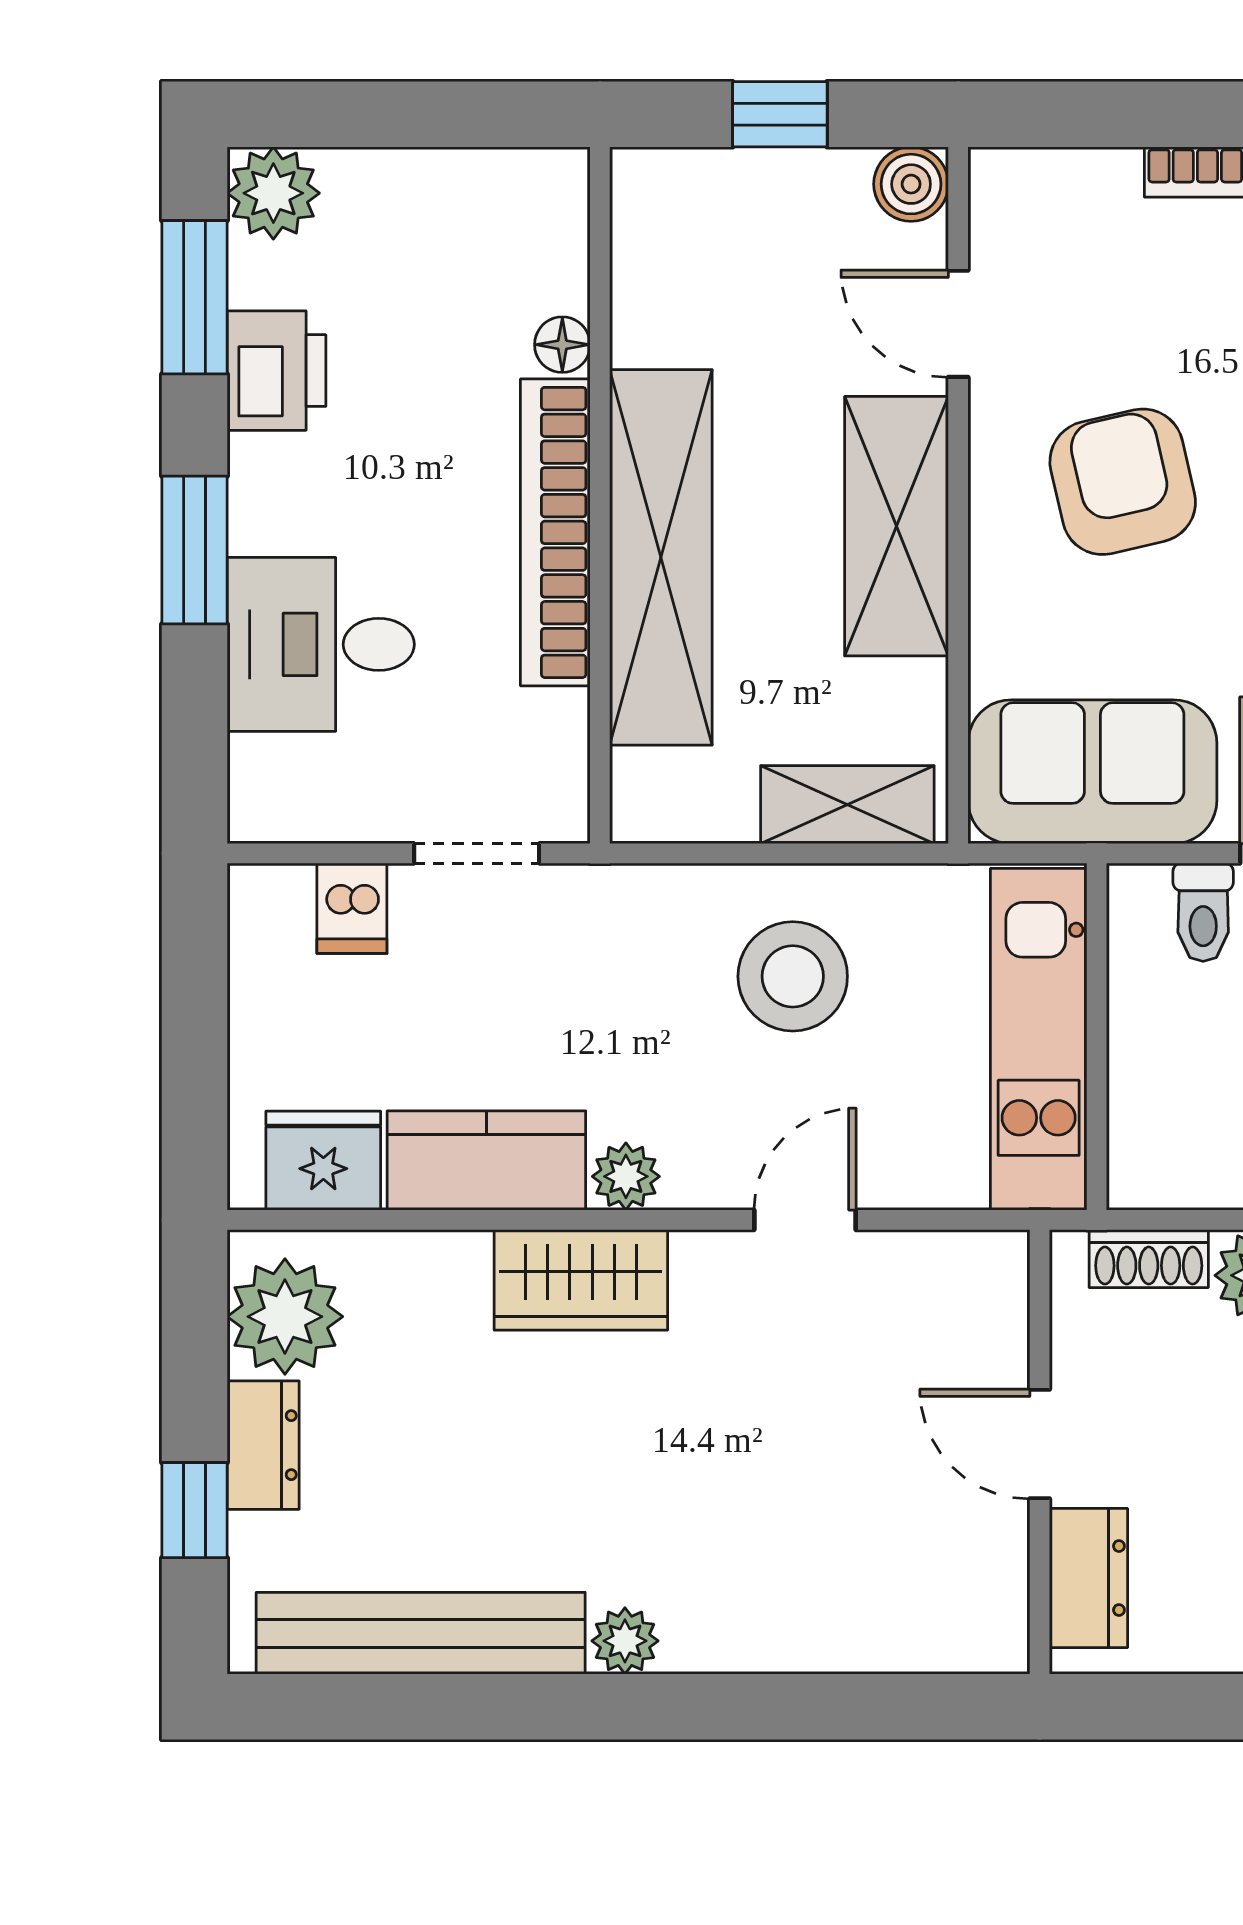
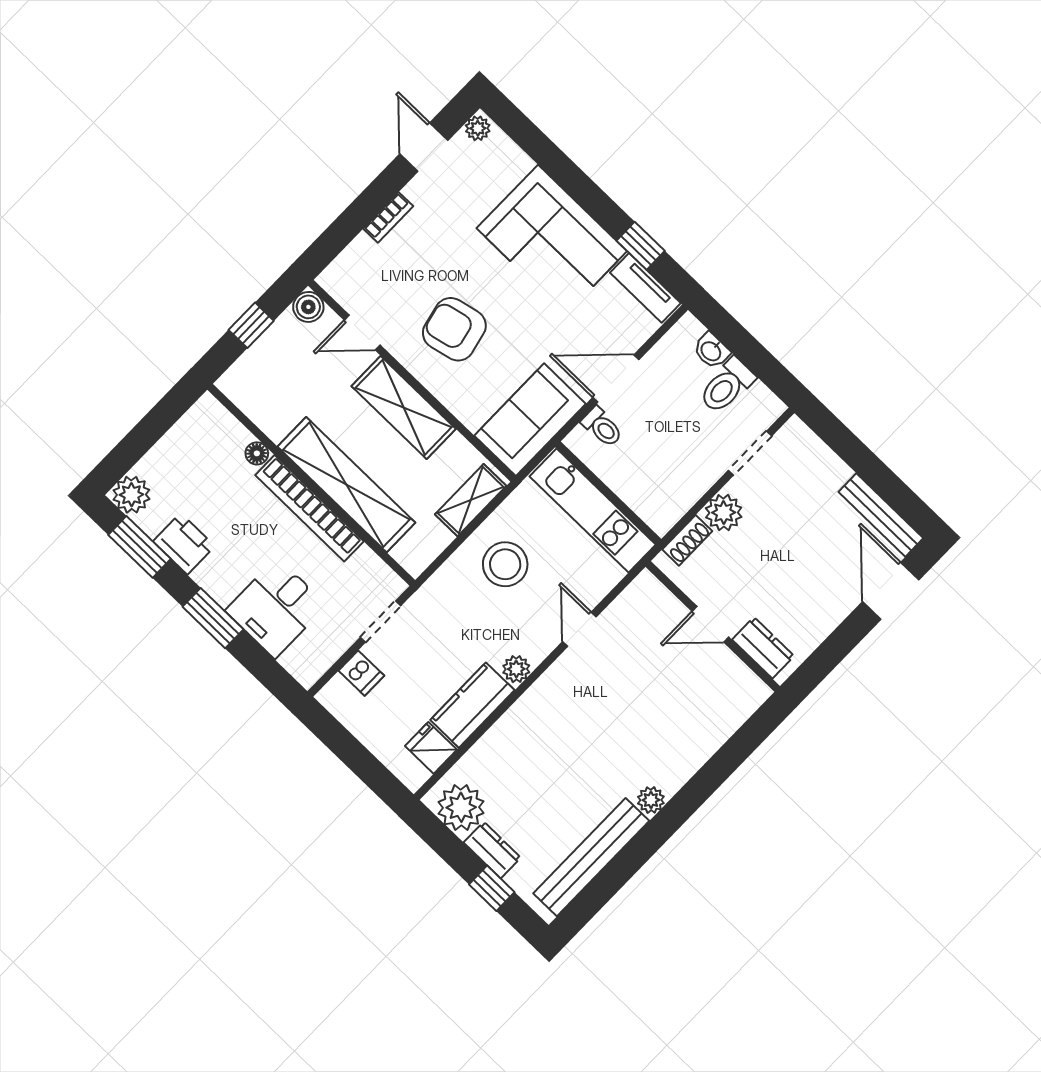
fridge: (323, 1161) -> (431, 748), width x0.72
wardrobe: (581, 1280) -> (534, 711), removed

